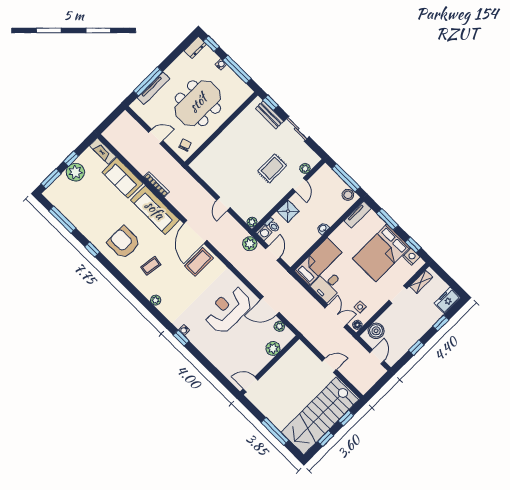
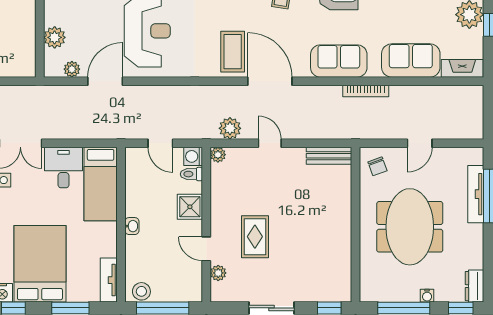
bench: (270, 115) -> (329, 156), moved
sofa: (155, 210) -> (339, 61), width x0.73
plant: (250, 244) -> (230, 128), moved

